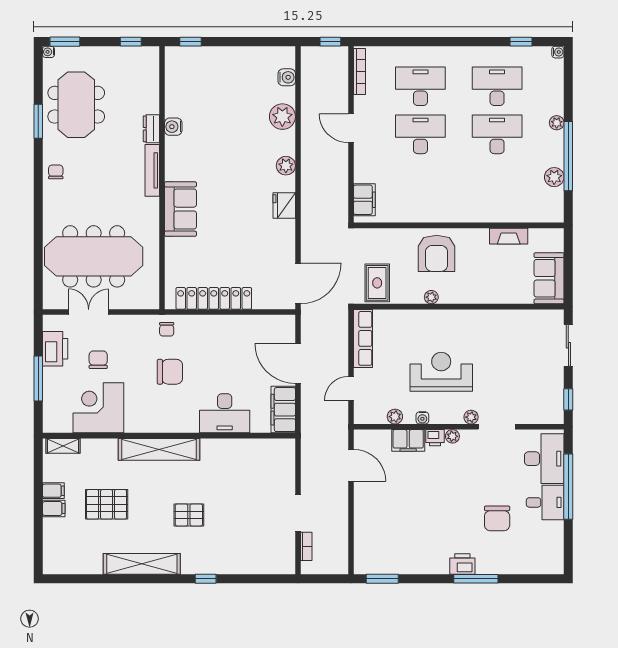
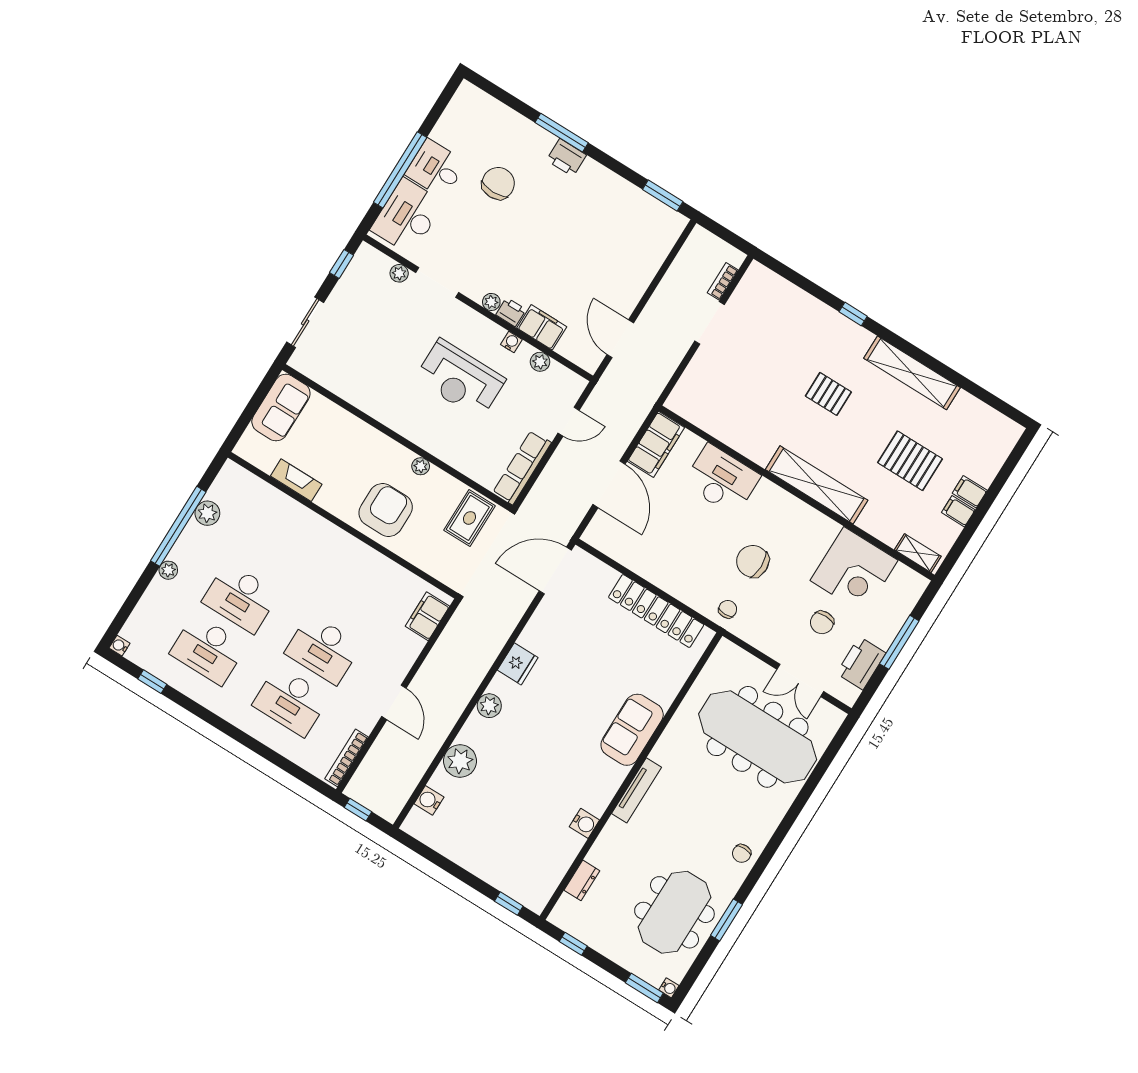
dresser: (151, 129) -> (582, 880), moved
plant: (471, 417) -> (399, 273), moved

